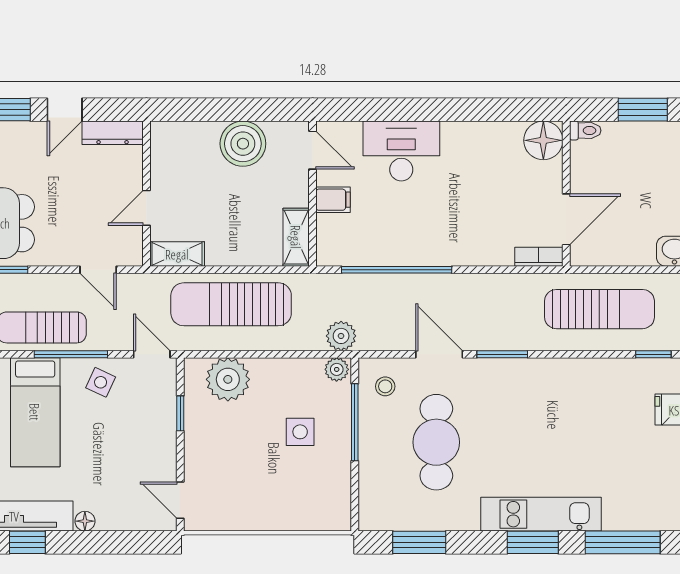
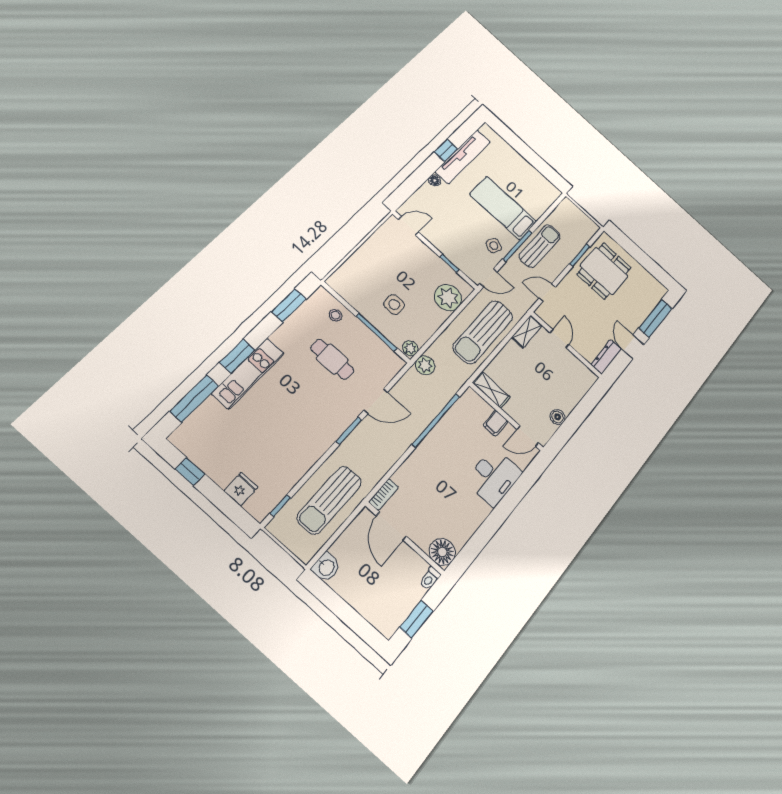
boiler: (243, 144) -> (557, 417), width x0.54, depth x0.54
sun lounger: (231, 304) -> (483, 332), turned 180
stool: (385, 386) -> (335, 315), moved
cafe table: (436, 442) -> (332, 359), width x0.73, depth x0.74

